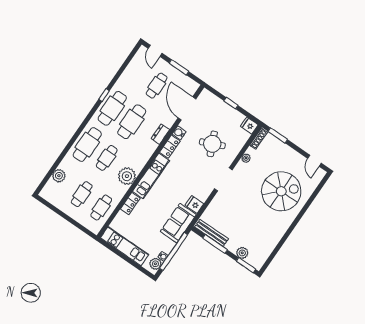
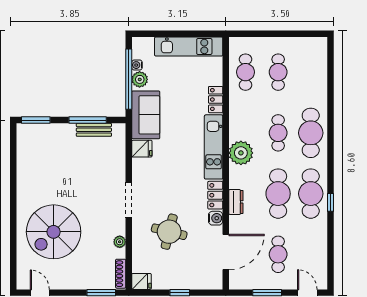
door: (187, 108) -> (226, 252), hinge flipped
round table: (212, 144) -> (169, 232), turned 38
plant: (59, 176) -> (319, 75), removed
plant: (127, 176) -> (241, 153), moved
bench: (211, 233) -> (94, 130), width x0.73
plant: (242, 253) -> (50, 131), removed
plant: (155, 264) -> (140, 79), moved

